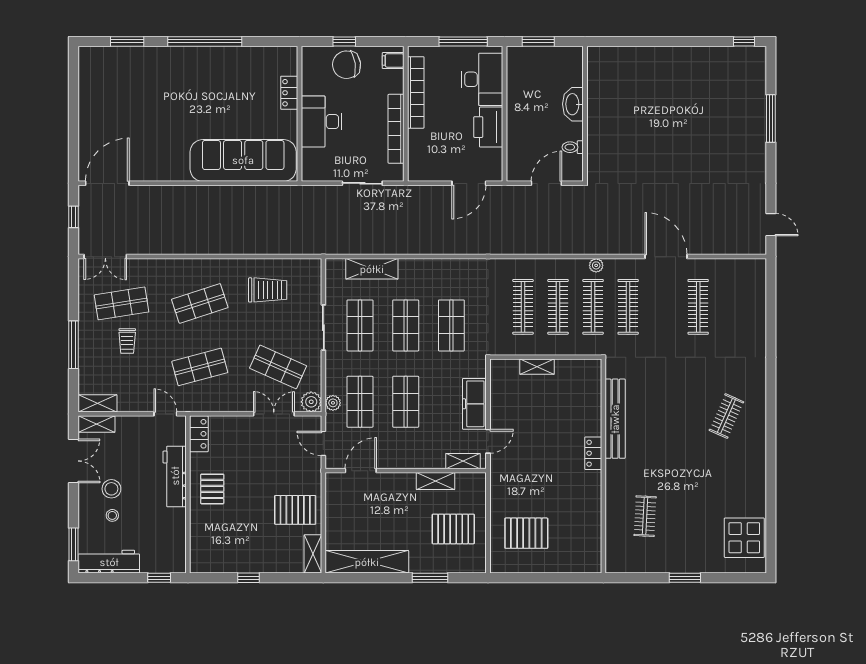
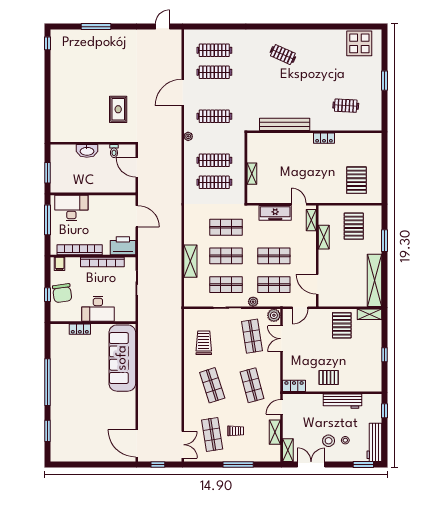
printer: (488, 127) -> (123, 246), moved, turned 180
rug: (639, 154) -> (118, 109), added
shelving: (372, 269) -> (190, 261), moved
clothes rail: (593, 307) -> (214, 50), moved
shop shelf: (278, 367) -> (252, 336), turned -33
shelving: (97, 403) -> (275, 432), moved
plant: (333, 403) -> (253, 302), moved
locker: (593, 453) -> (324, 138), moved
workbench: (175, 476) -> (343, 401), moved

